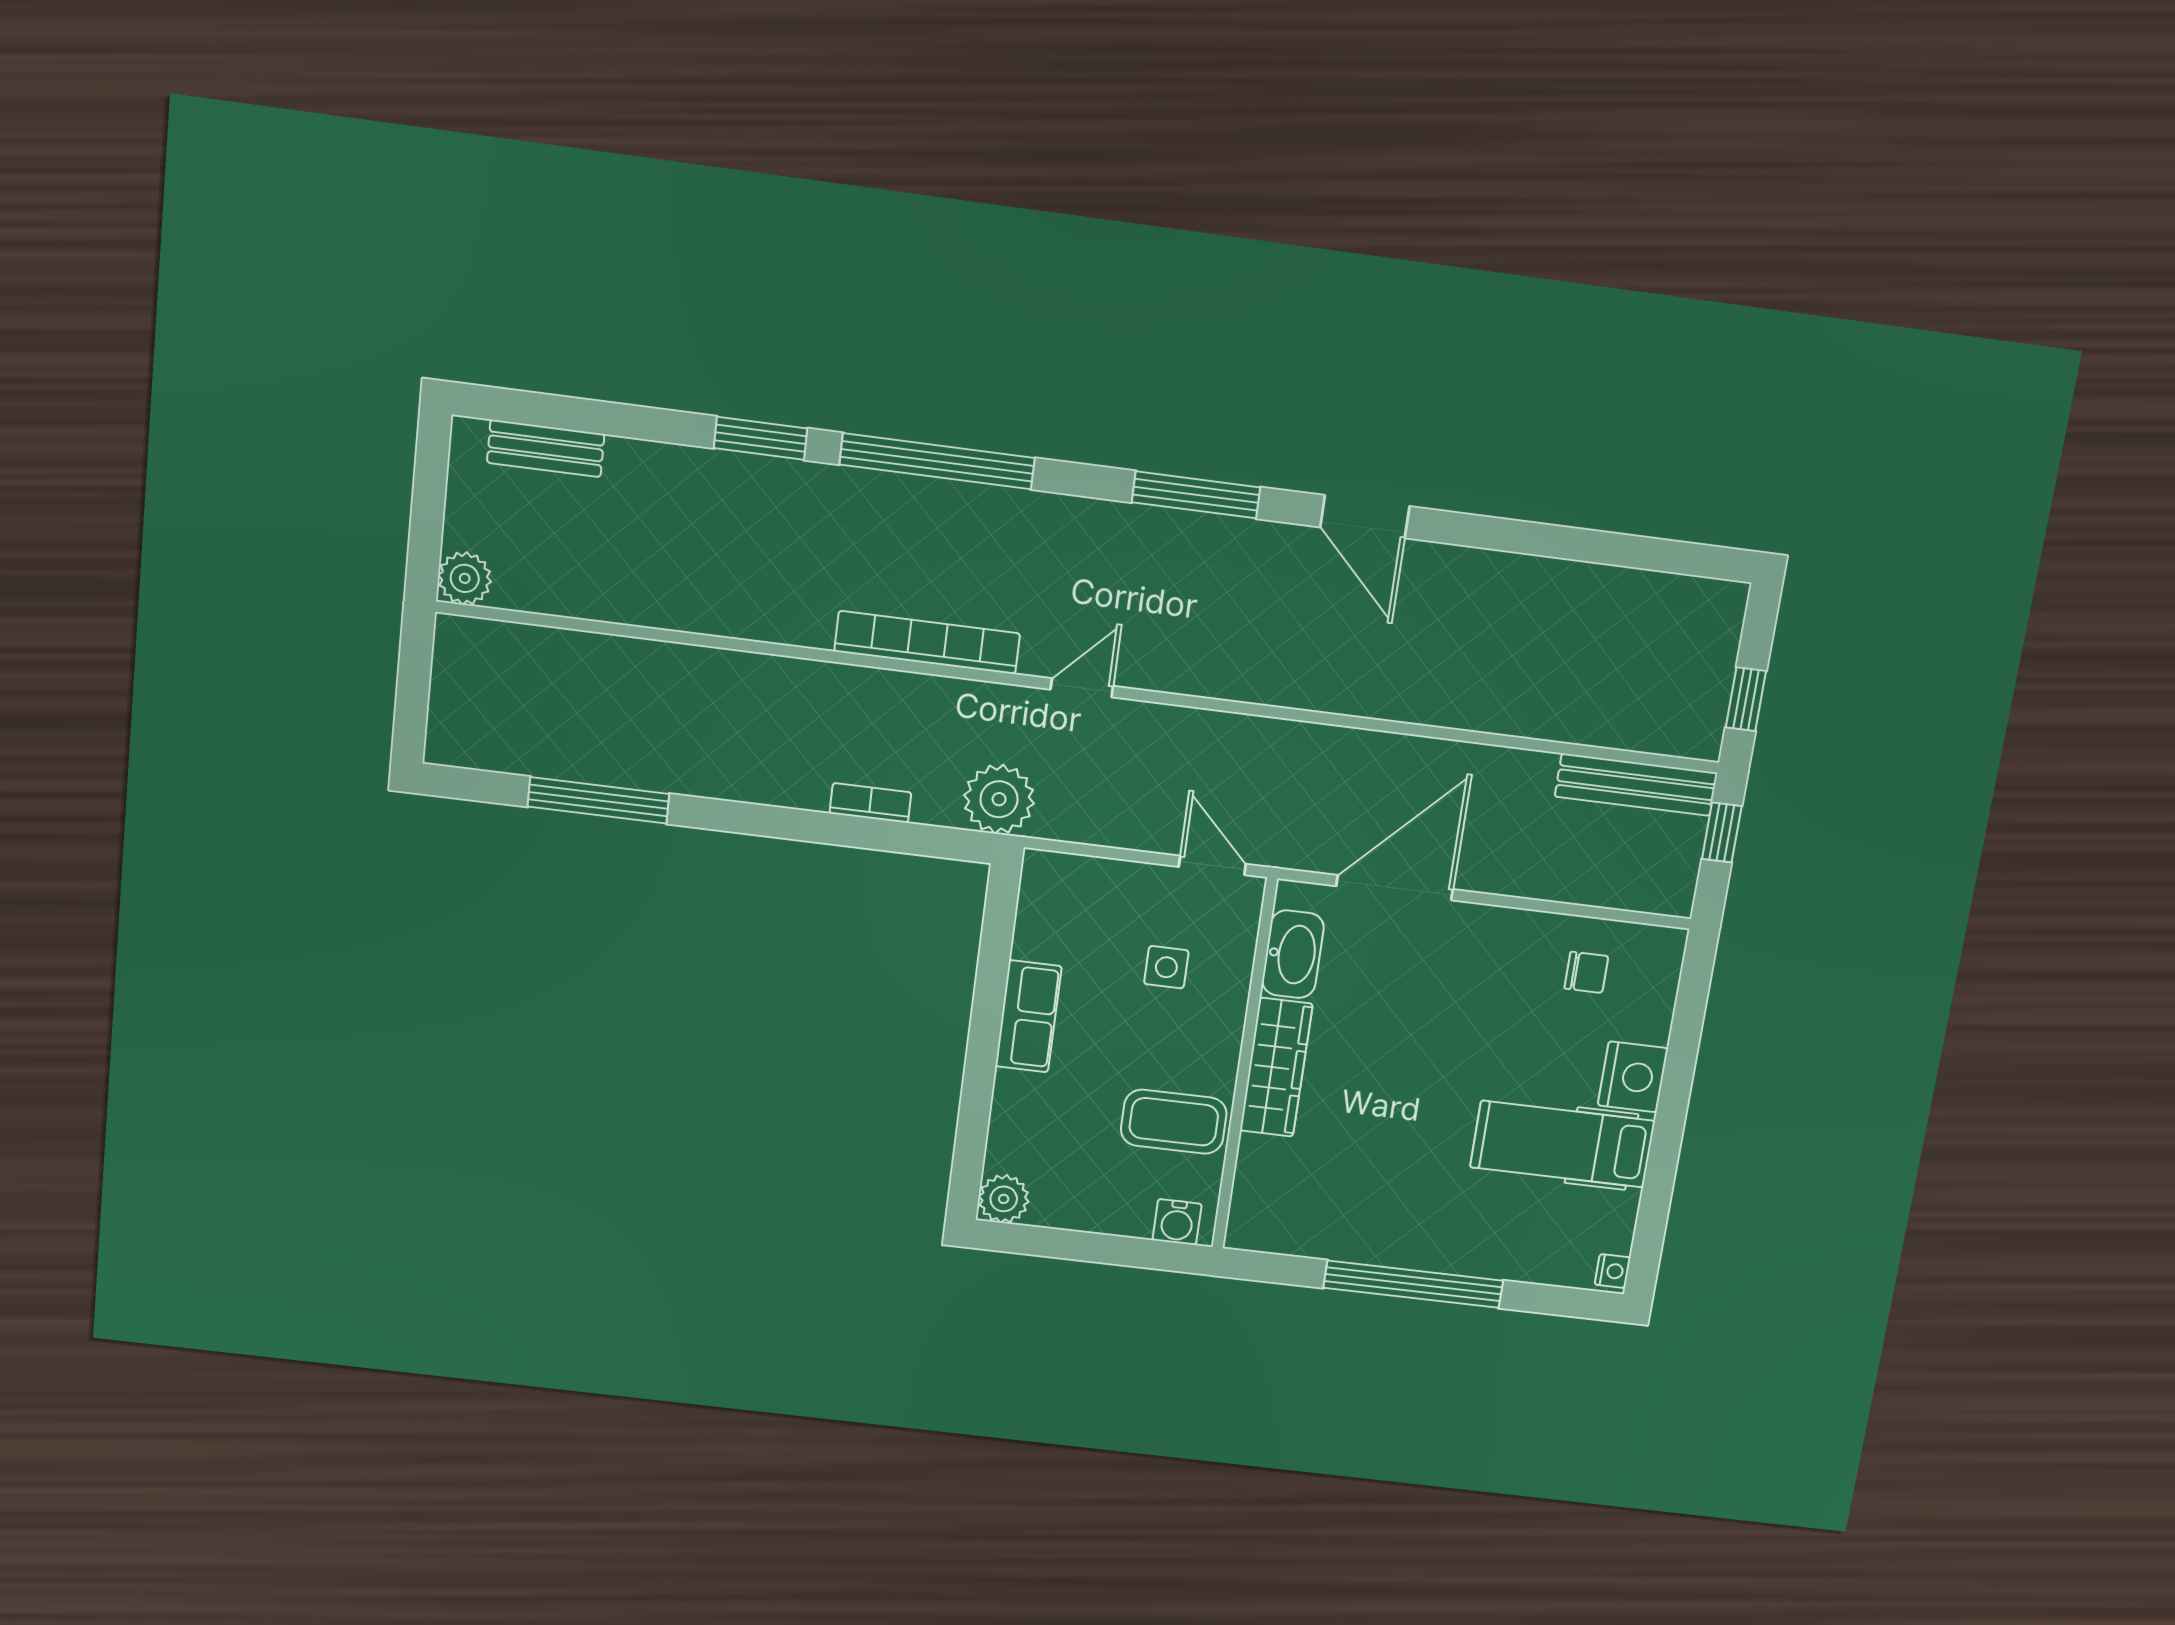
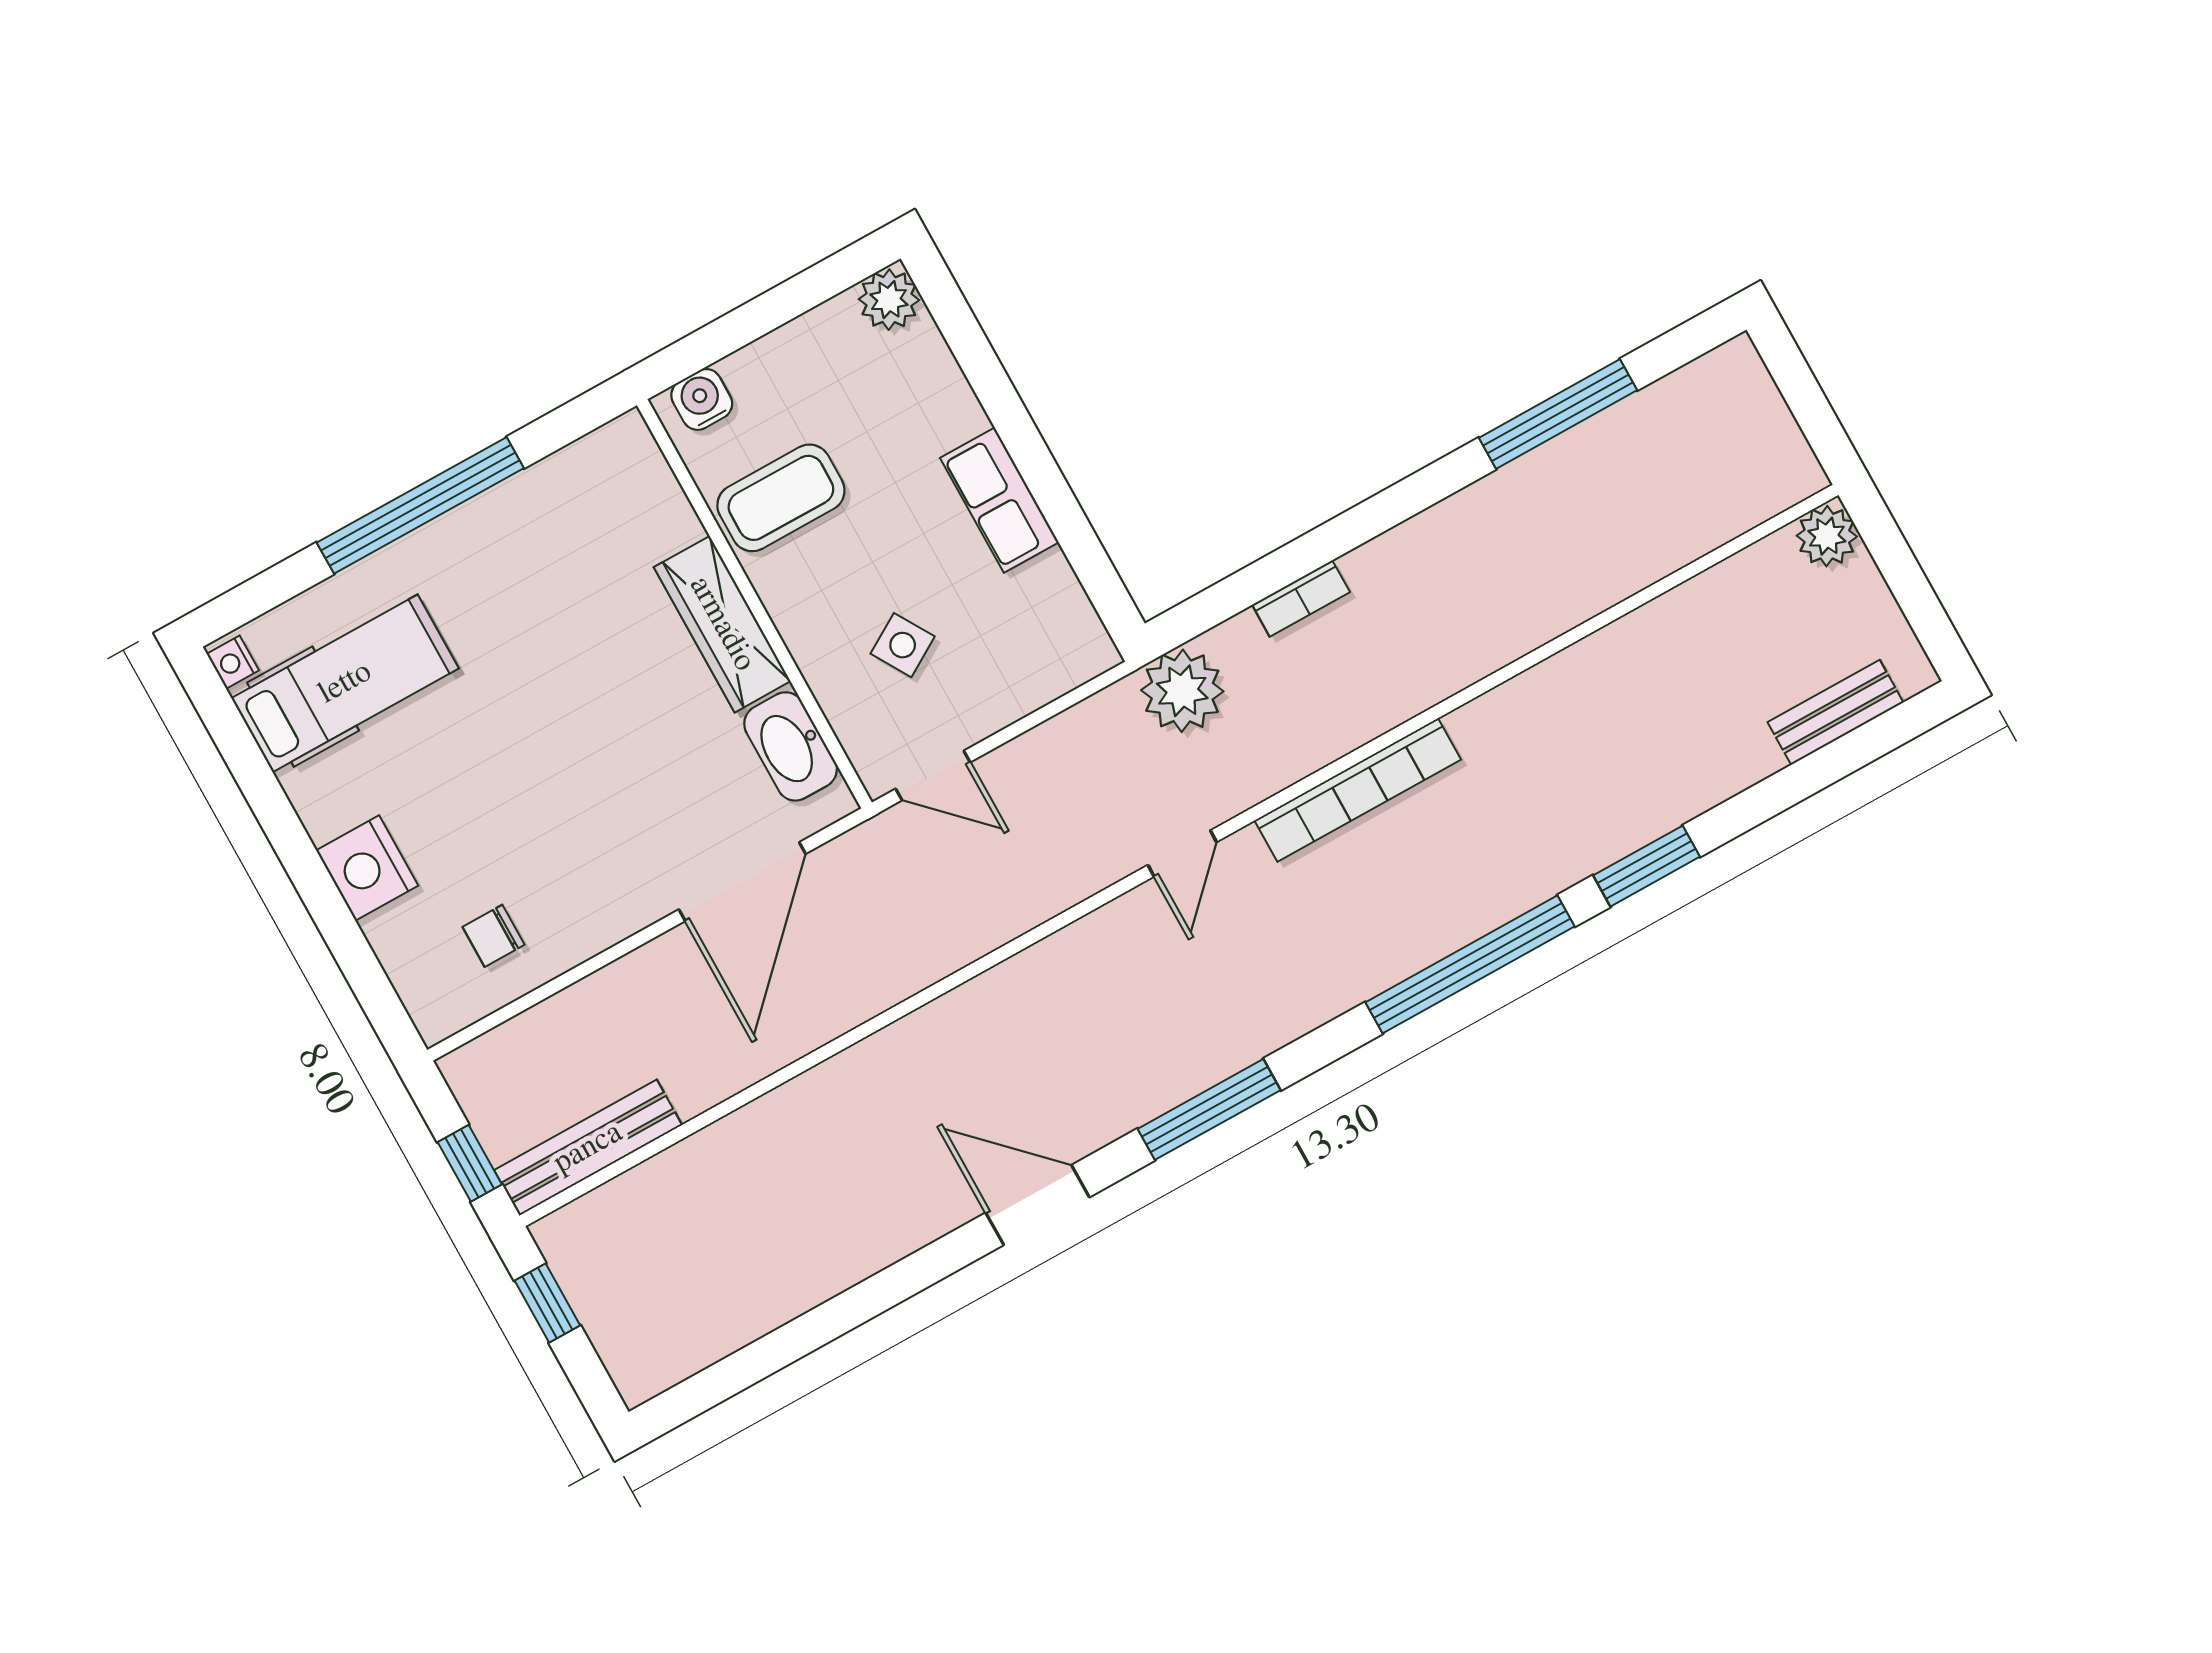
side table: (1166, 967) -> (903, 645), turned -31
hospital bed: (1562, 1144) -> (345, 683), moved

